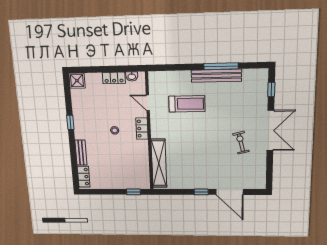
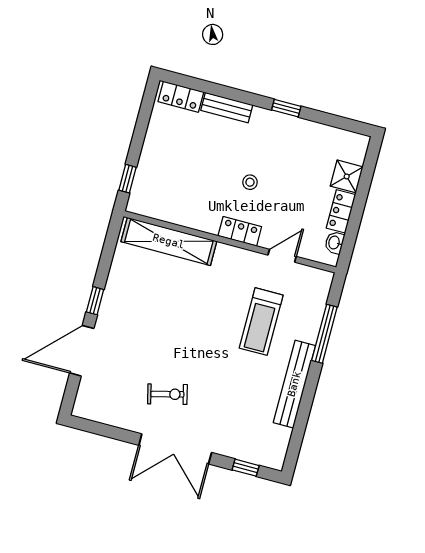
window: (221, 66) -> (324, 334), moved
shower: (77, 81) -> (347, 176), moved

